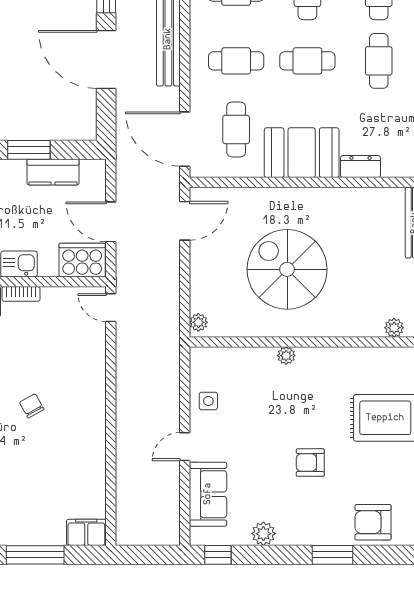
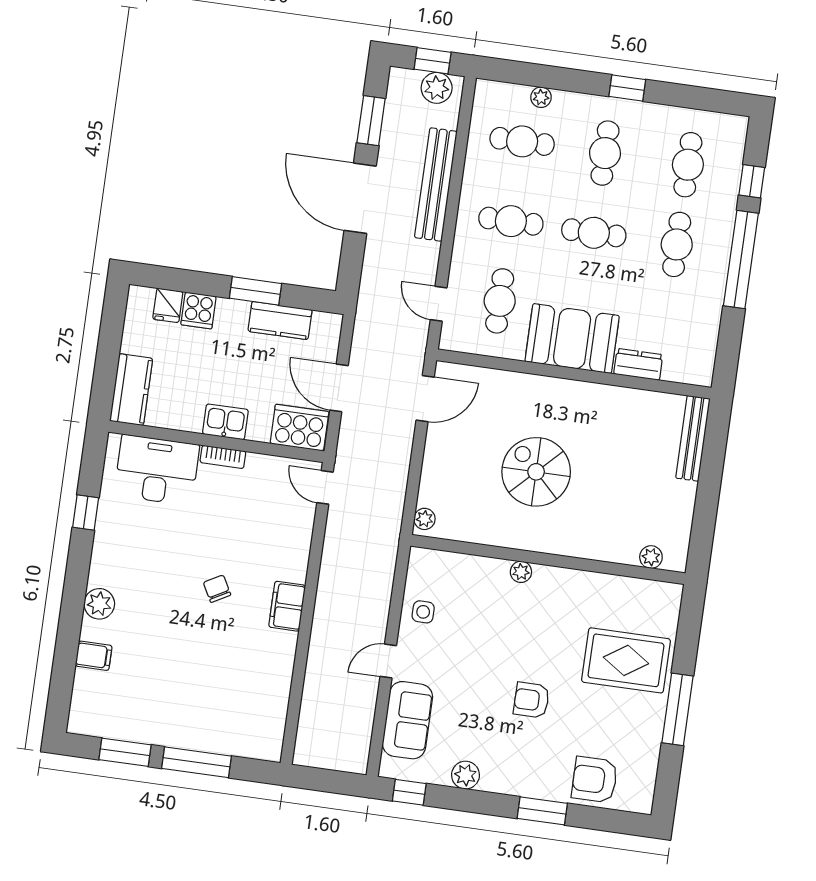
door: (185, 139) -> (439, 304), width x0.53
spiral stairs: (287, 269) -> (536, 472), width x0.73, depth x0.73
filing cabinet: (86, 532) -> (287, 606), moved, turned -90

